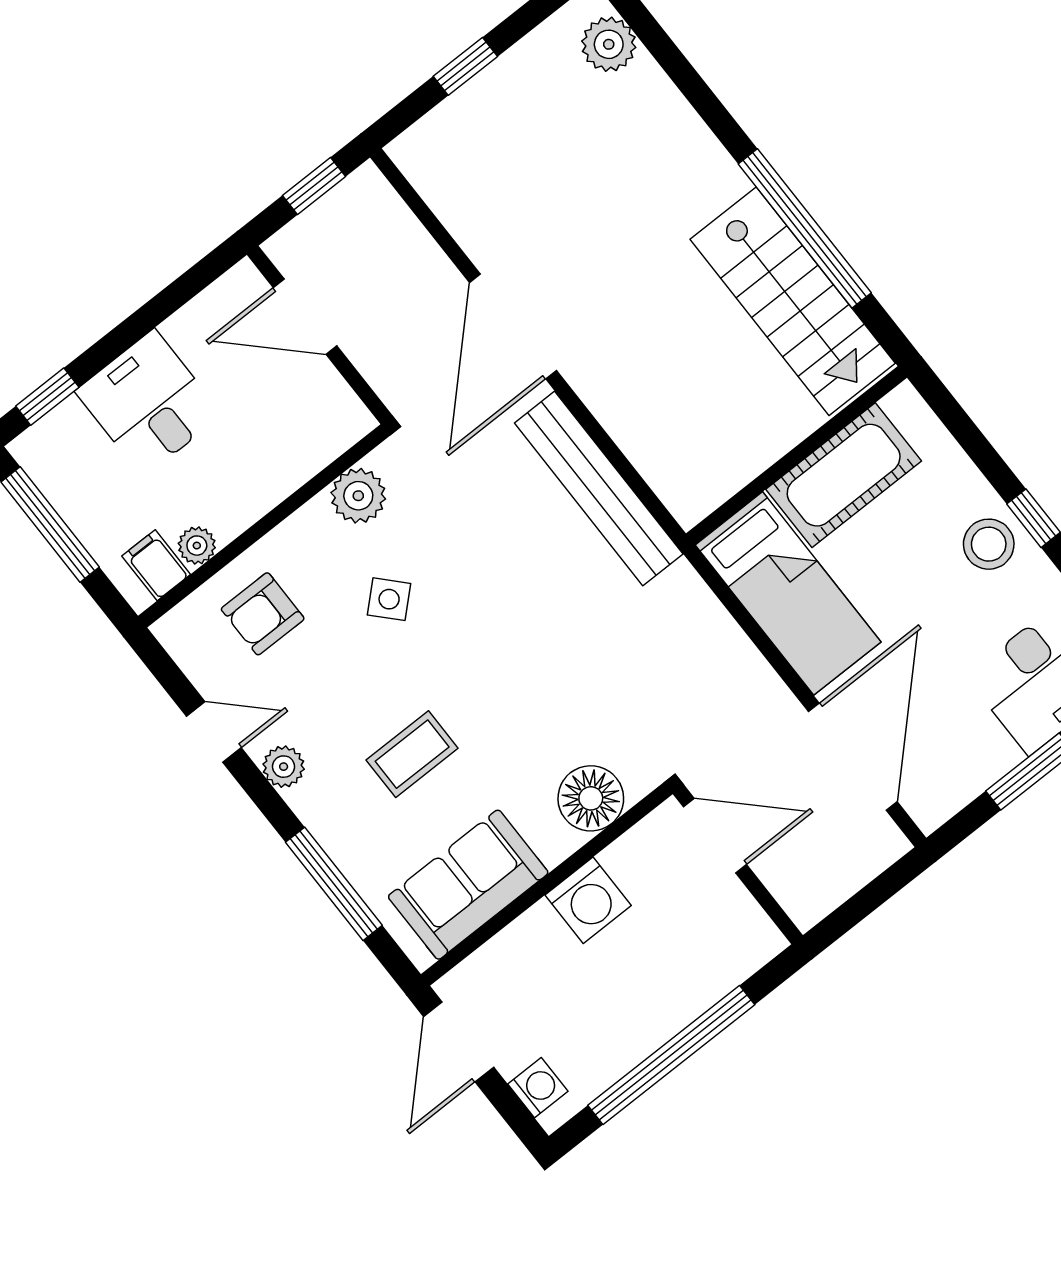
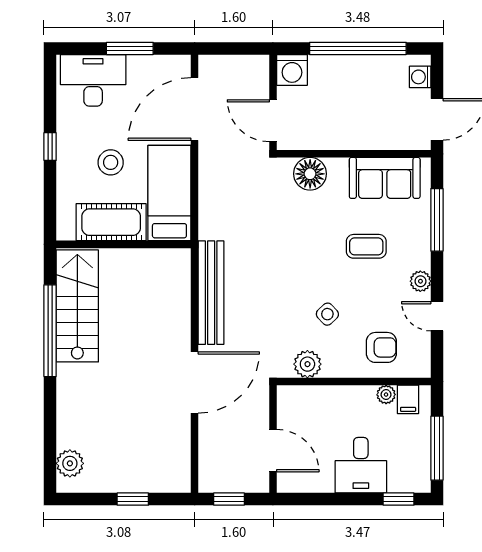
stool: (989, 544) -> (111, 162), moved
washing machine: (588, 900) -> (292, 70), moved, turned 180

